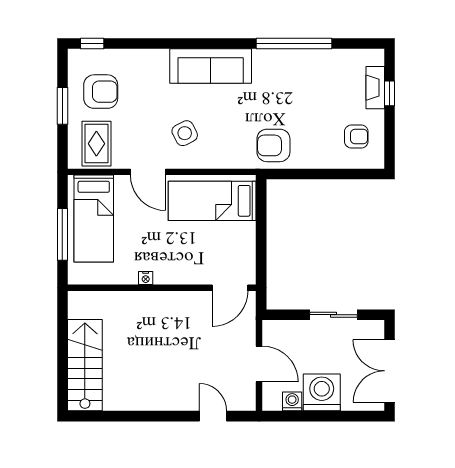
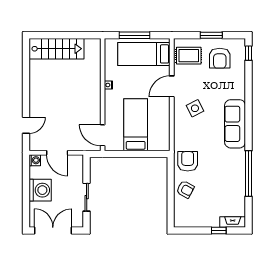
fireplace: (375, 88) -> (233, 222), moved
armchair: (356, 136) -> (185, 189), moved, turned -62
bed: (212, 201) -> (136, 125), moved
door: (259, 364) -> (57, 153), hinge flipped
washing machine: (292, 401) -> (35, 160), moved

